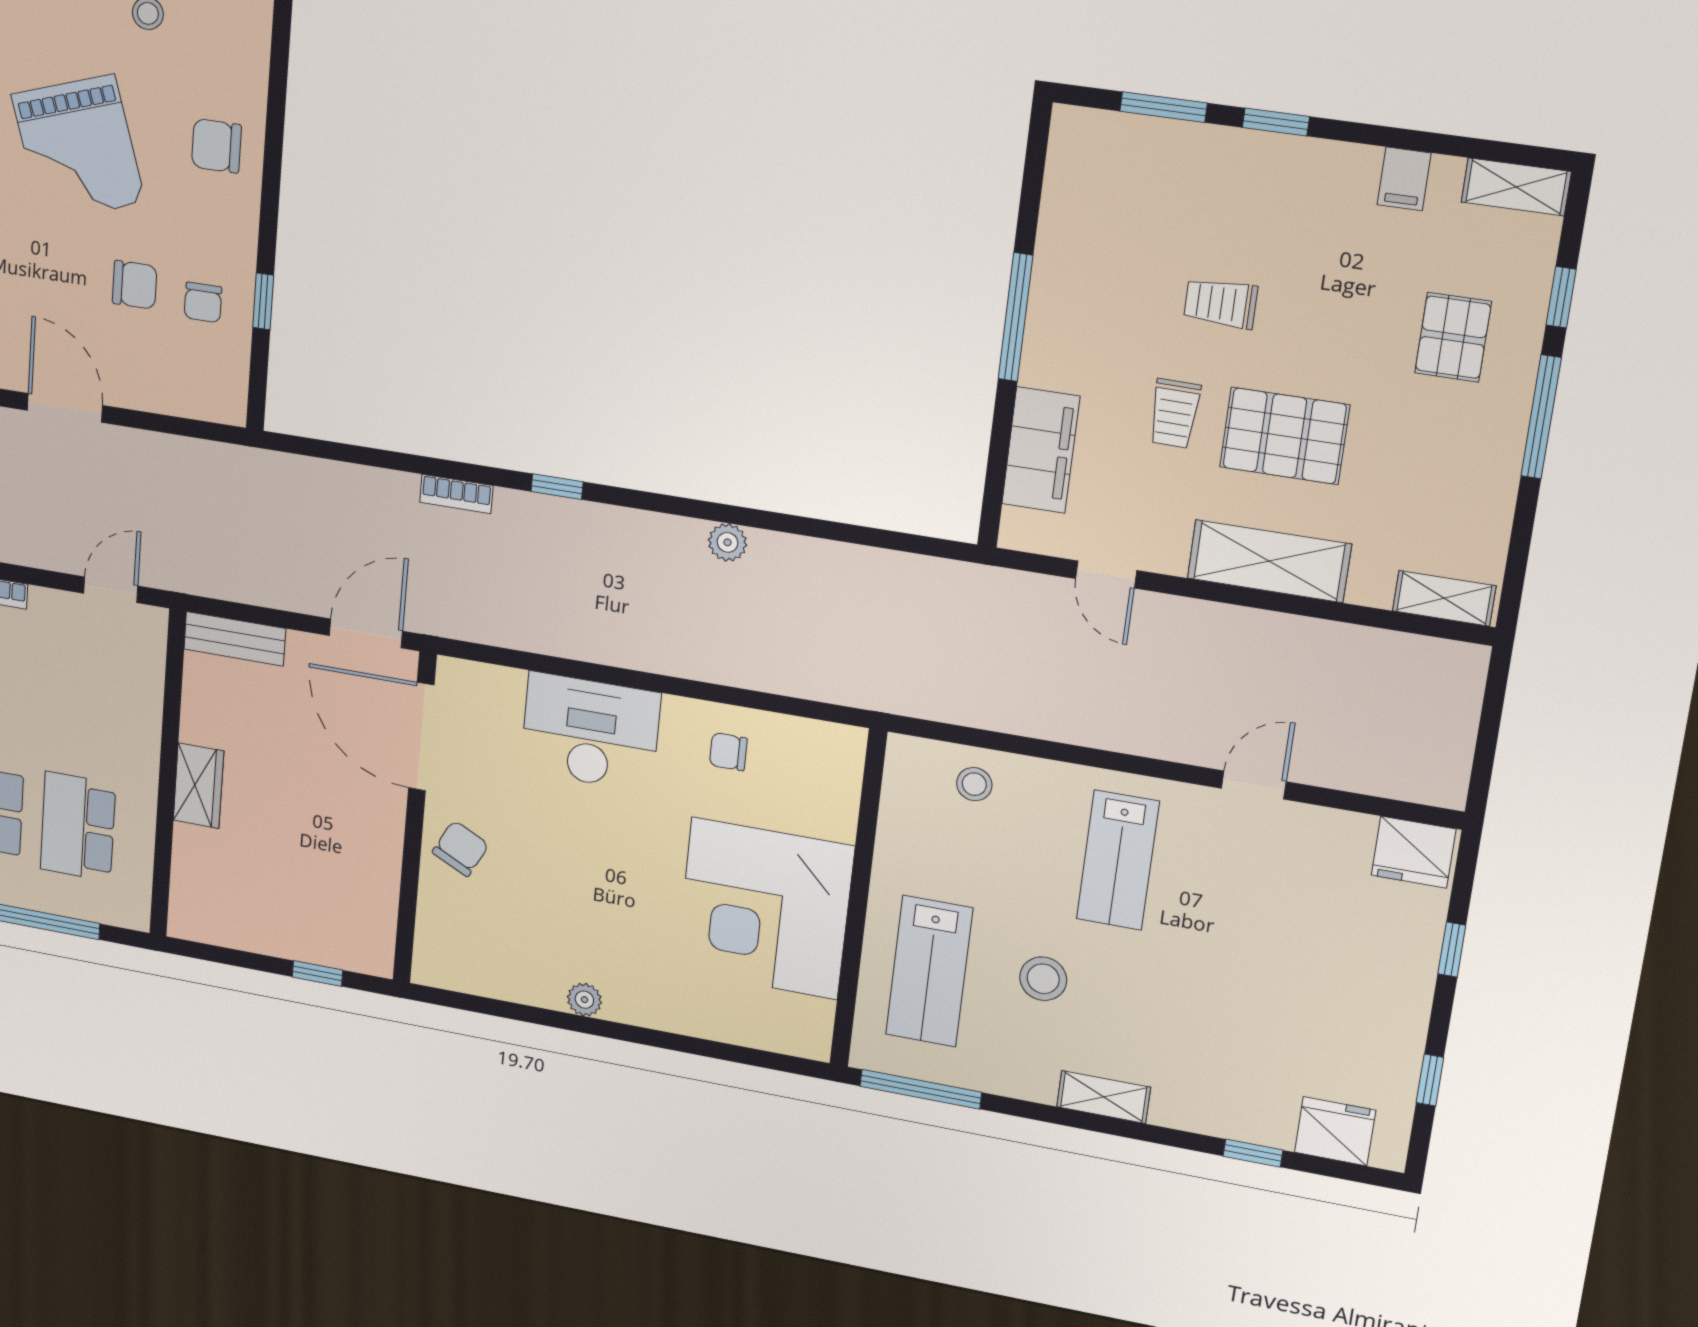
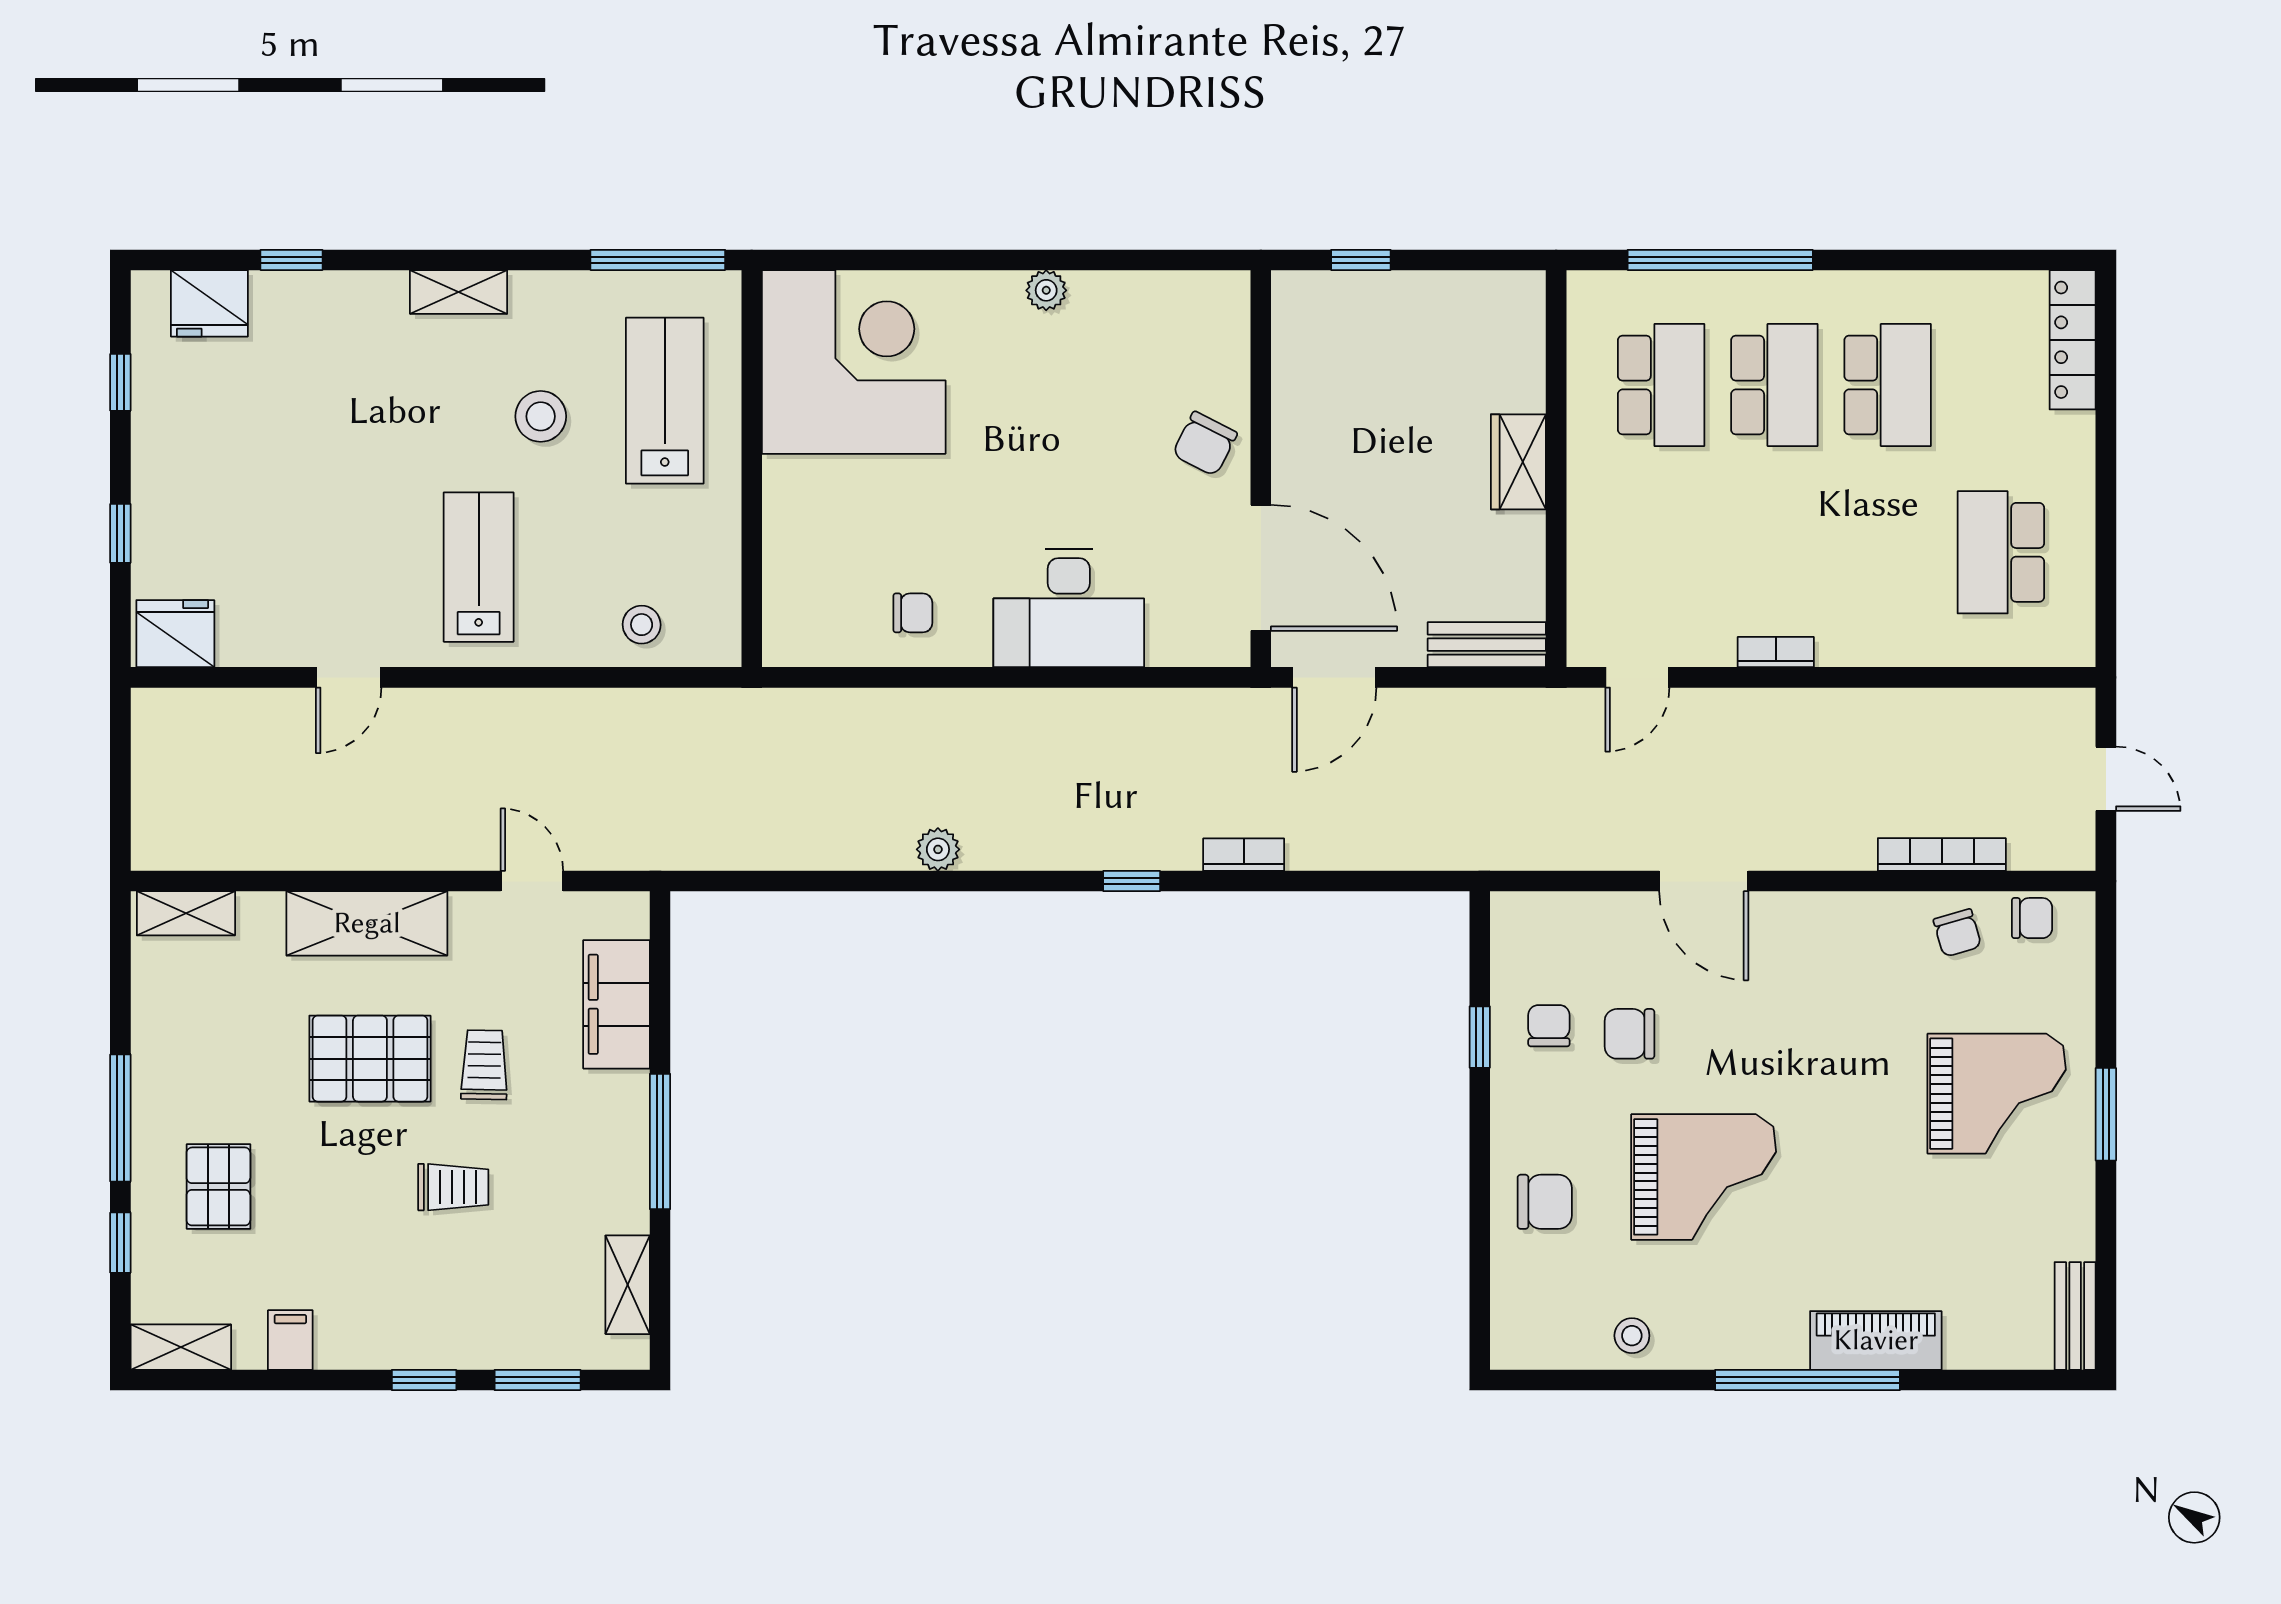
grand piano: (78, 149) -> (1704, 1177), turned 108
shelving: (1064, 187) -> (628, 1285), added
corner desk: (765, 908) -> (854, 362), moved

